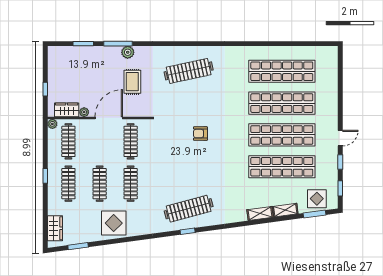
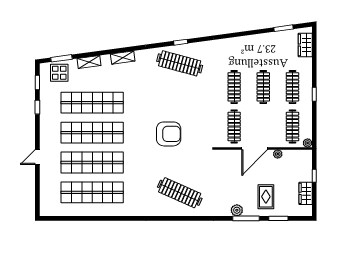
clothes rail: (189, 71) -> (180, 193), turned 36
rug: (132, 82) -> (266, 197), moved
wardrobe: (67, 110) -> (306, 193), moved, turned 90
armchair: (200, 134) -> (169, 134), width x1.88, depth x1.88
door: (340, 138) -> (37, 157), moved
clothes rail: (189, 209) -> (180, 63), turned 30
shelving: (260, 213) -> (123, 58), moved
display table: (114, 223) -> (250, 50), removed

